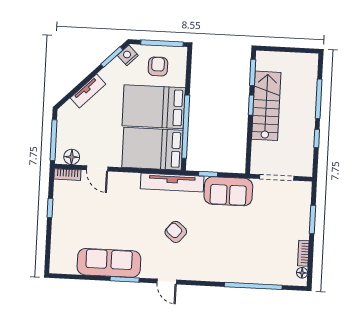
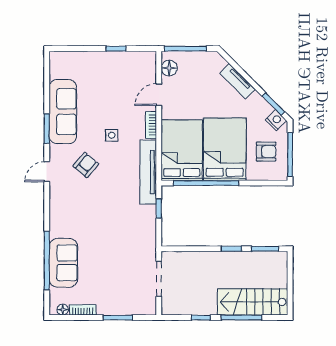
stairs: (266, 106) -> (253, 302), moved, turned 180
bookcase: (67, 175) -> (151, 125), moved
sofa: (228, 191) -> (63, 263), moved, turned 180
side table: (134, 216) -> (112, 135), added
armchair: (176, 232) -> (86, 165), moved

